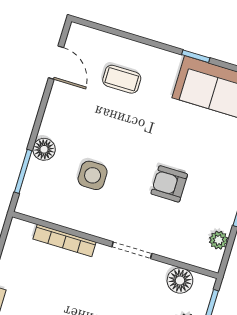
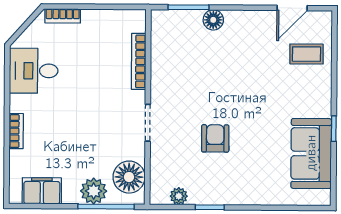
coffee table: (122, 79) -> (307, 54), moved, turned 90
side table: (93, 175) -> (203, 69), removed
floor lamp: (180, 281) -> (129, 177), width x1.38, depth x1.38

